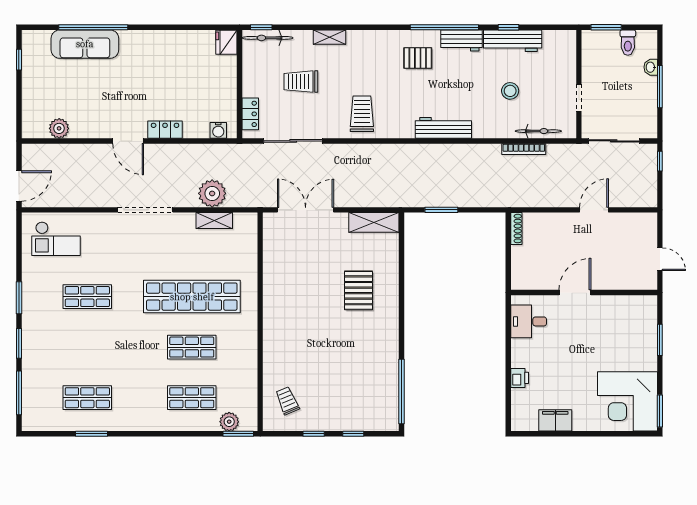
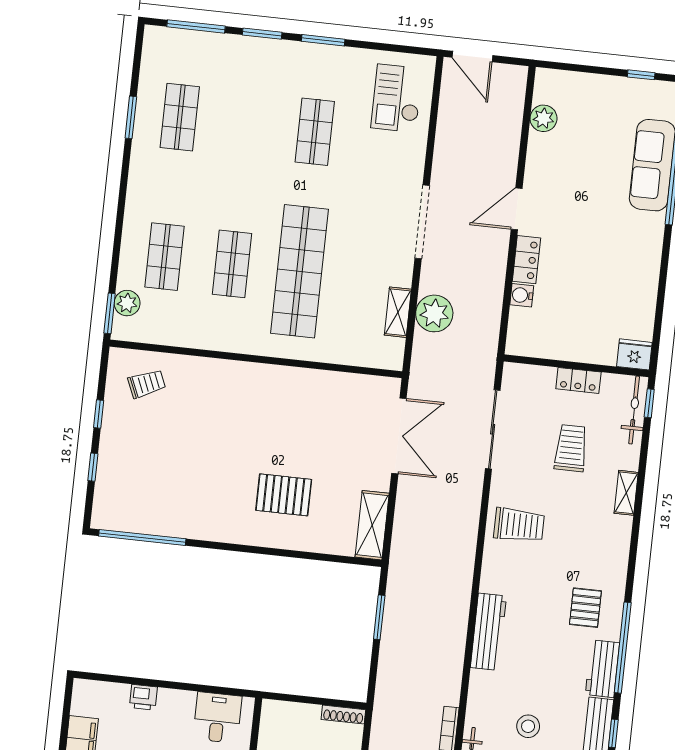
locker: (250, 114) -> (578, 380), moved
water cooler: (218, 130) -> (522, 295), moved

